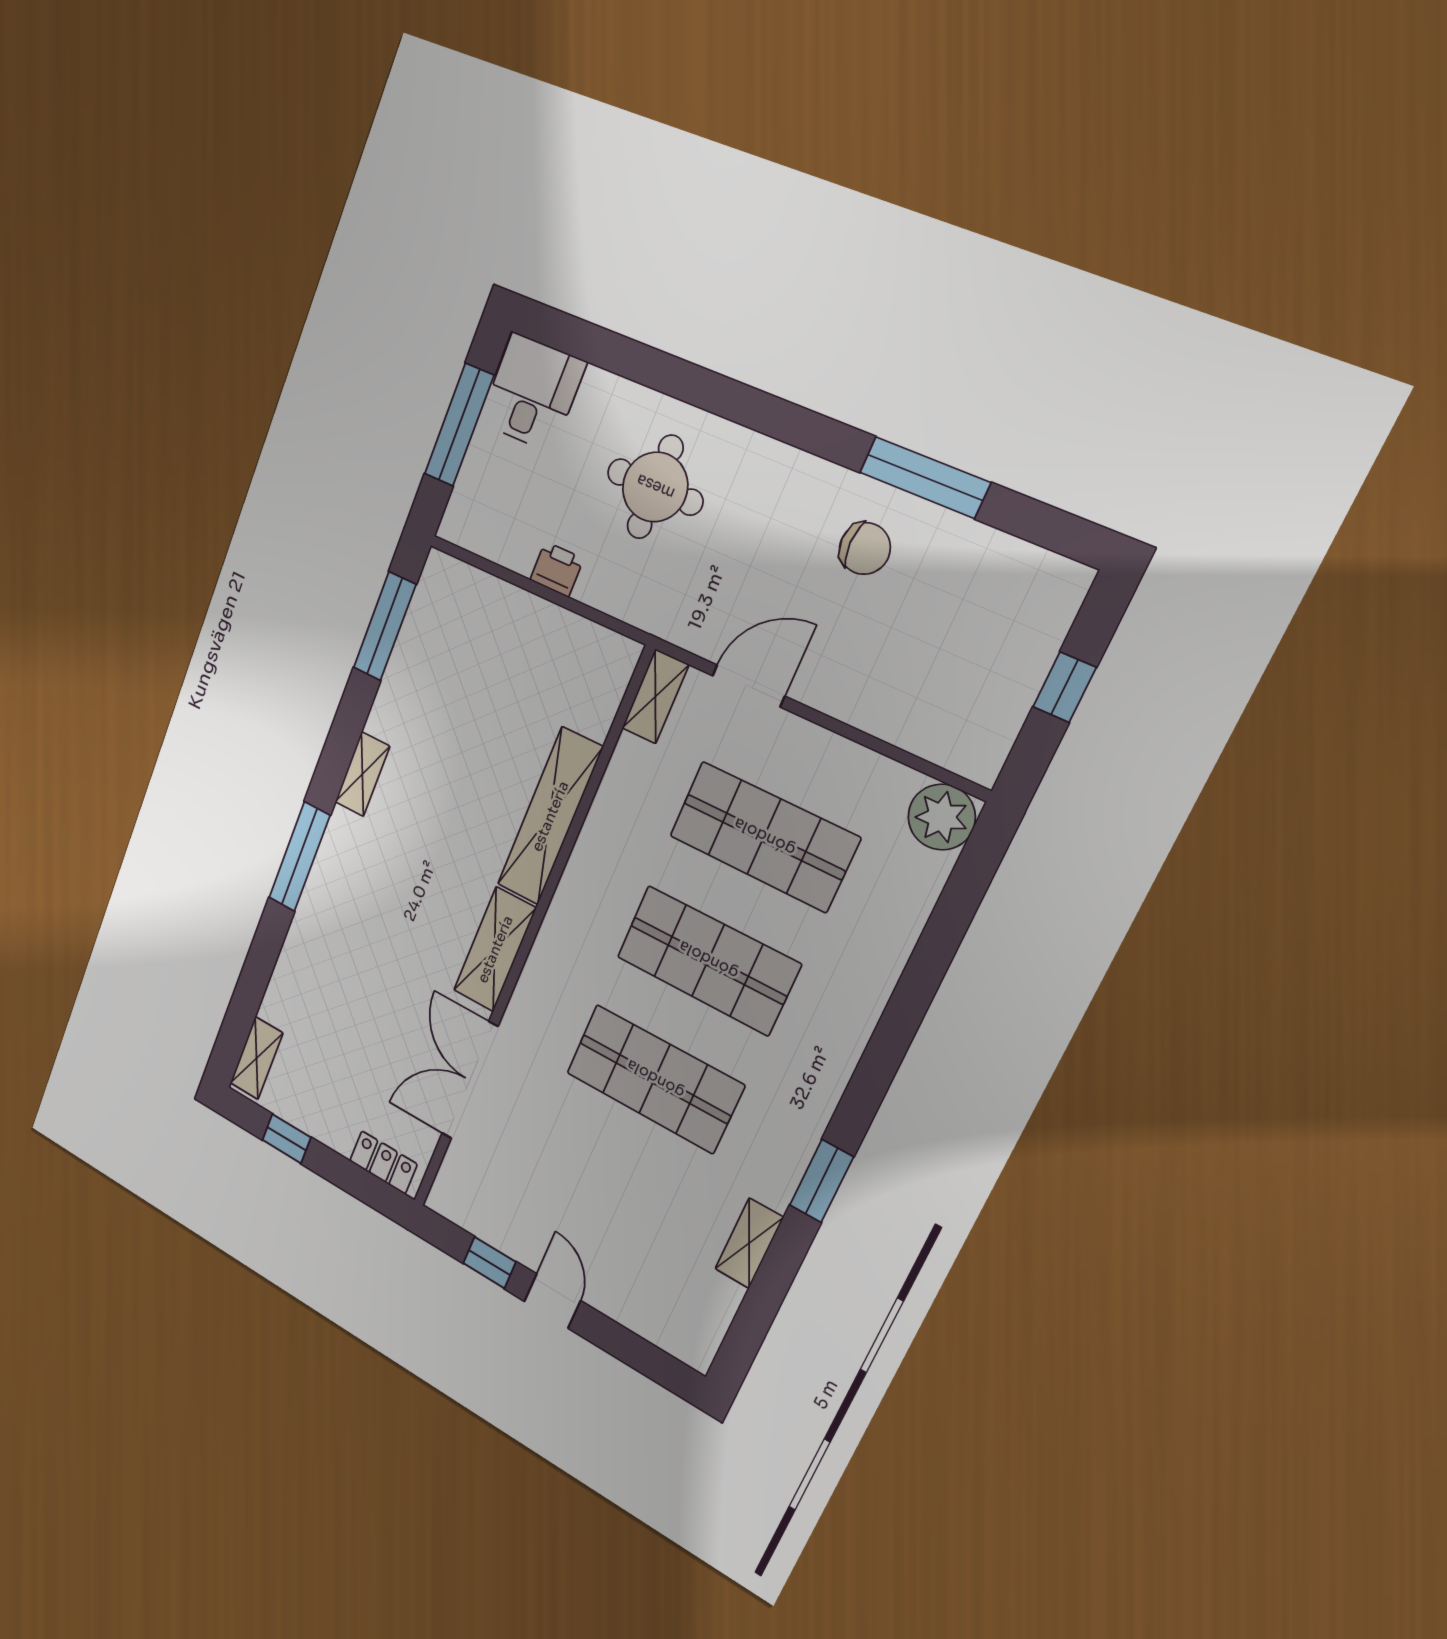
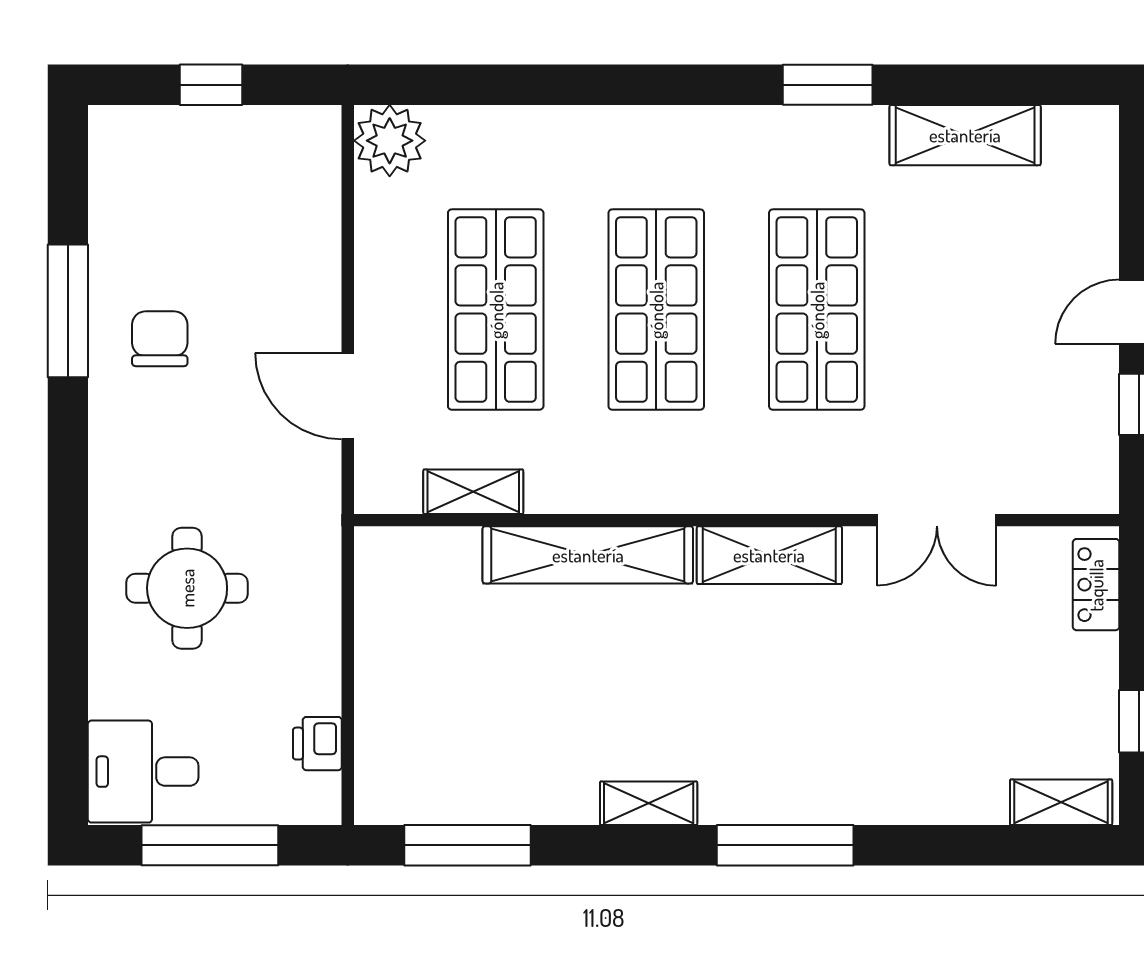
printer: (557, 569) -> (317, 744), moved
shelving: (655, 696) -> (473, 492), moved
double door: (470, 1080) -> (937, 520), width x0.73
shelving: (749, 1243) -> (965, 135), width x1.50, depth x1.33

